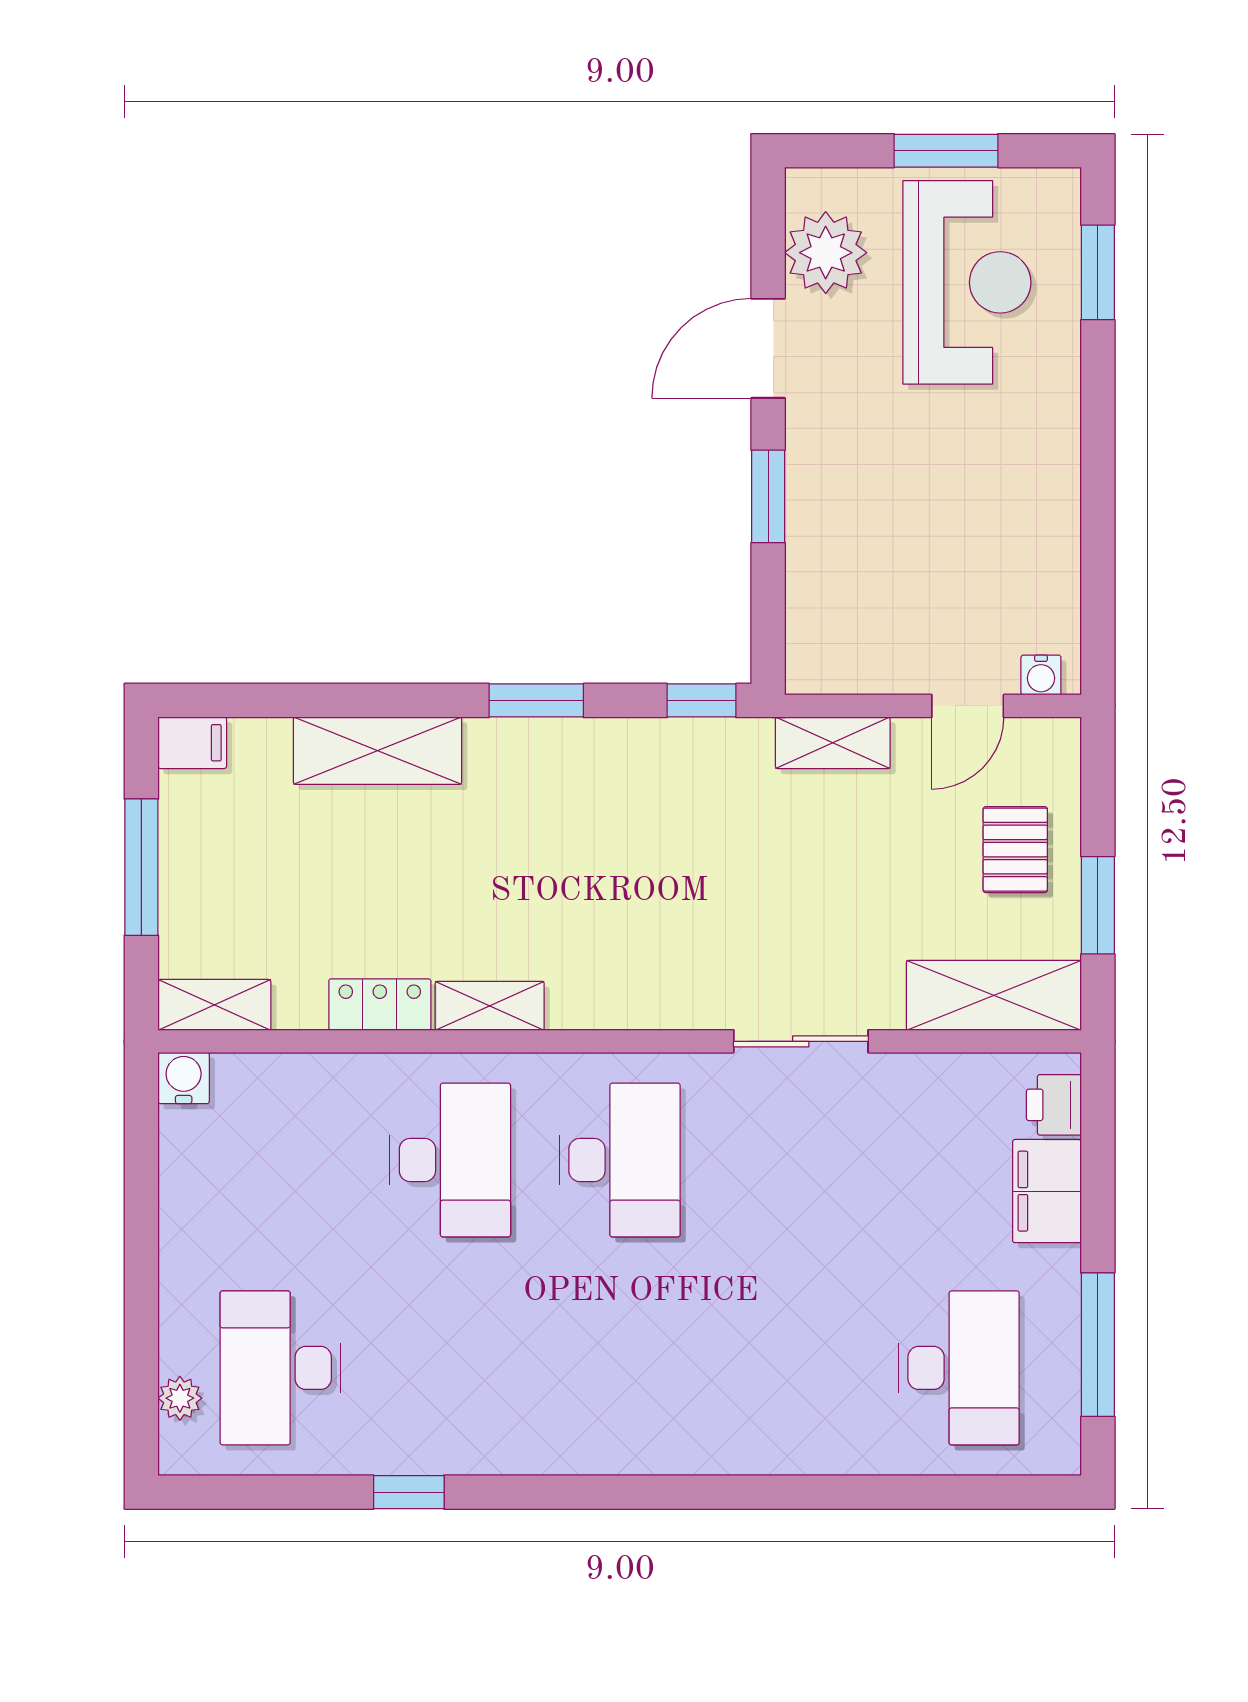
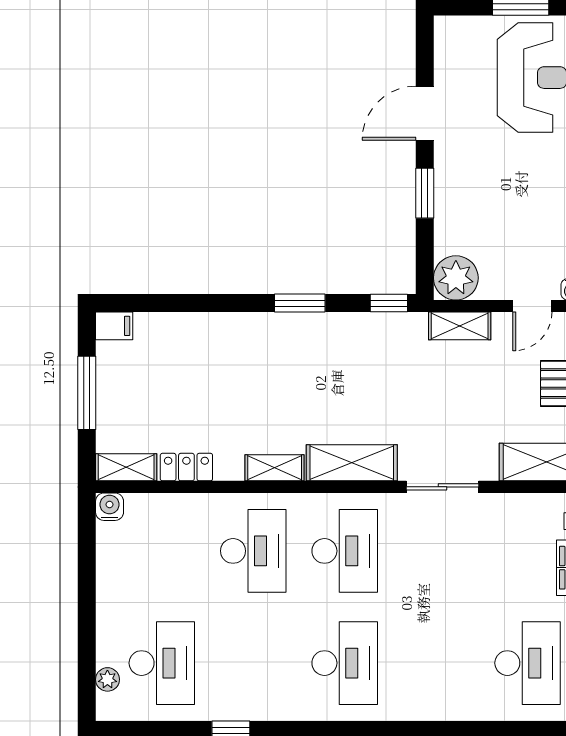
plant: (826, 253) -> (456, 278), moved
shelving: (378, 751) -> (352, 463), moved
locker: (380, 1005) -> (186, 467), moved
desk: (281, 1368) -> (162, 663), turned 180
desk: (620, 1368) -> (345, 663), added

